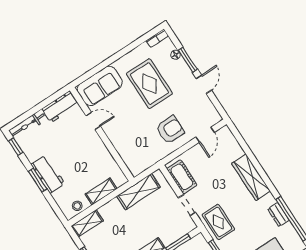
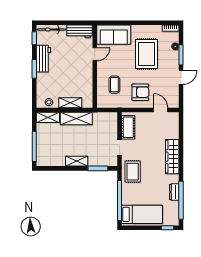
door: (93, 121) -> (95, 54), hinge flipped
door: (205, 135) -> (161, 110), swing flipped
coffee table: (136, 140) -> (114, 85), added
workbench: (48, 174) -> (43, 59), moved
shelving: (138, 192) -> (76, 119), moved

